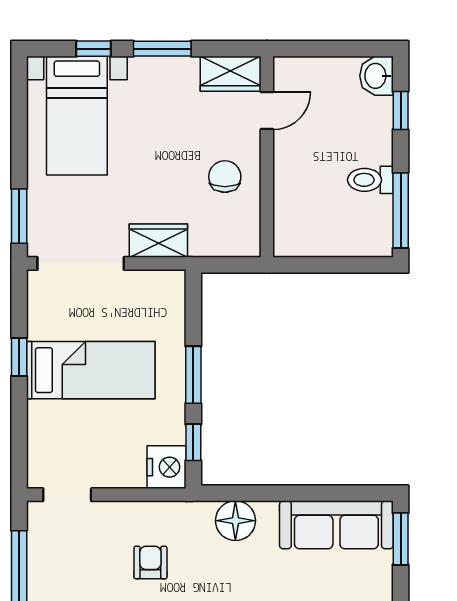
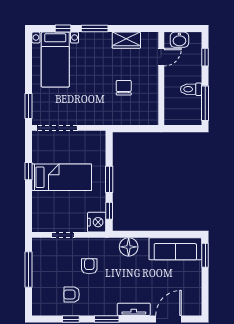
washbasin: (376, 76) -> (179, 40), moved, turned -90
door: (267, 111) -> (161, 57), moved
wall: (267, 157) -> (161, 79), moved
wardrobe: (158, 241) -> (93, 117), removed
doorway: (67, 495) -> (63, 235), moved

